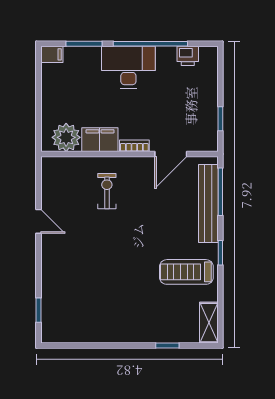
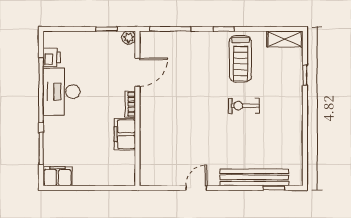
filing cabinet: (52, 54) -> (57, 176), width x2.00
desk: (128, 67) -> (61, 92), moved
plant: (66, 137) -> (129, 38), moved, width x0.53, depth x0.53
door: (171, 154) -> (137, 72), hinge flipped
exercise bike: (107, 191) -> (244, 106), moved
bench: (208, 203) -> (254, 177), moved

